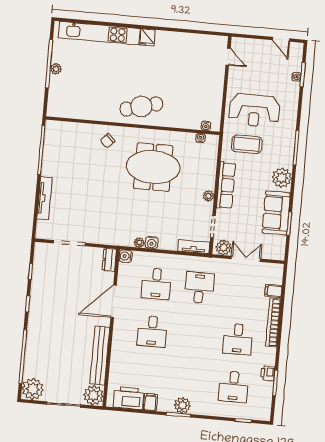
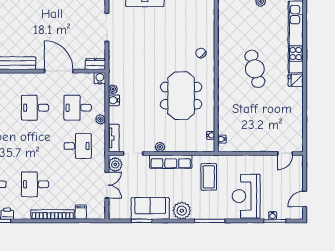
cafe table: (141, 106) -> (255, 69), moved
reception desk: (254, 110) -> (246, 196), moved
plant: (172, 260) -> (100, 119), added

